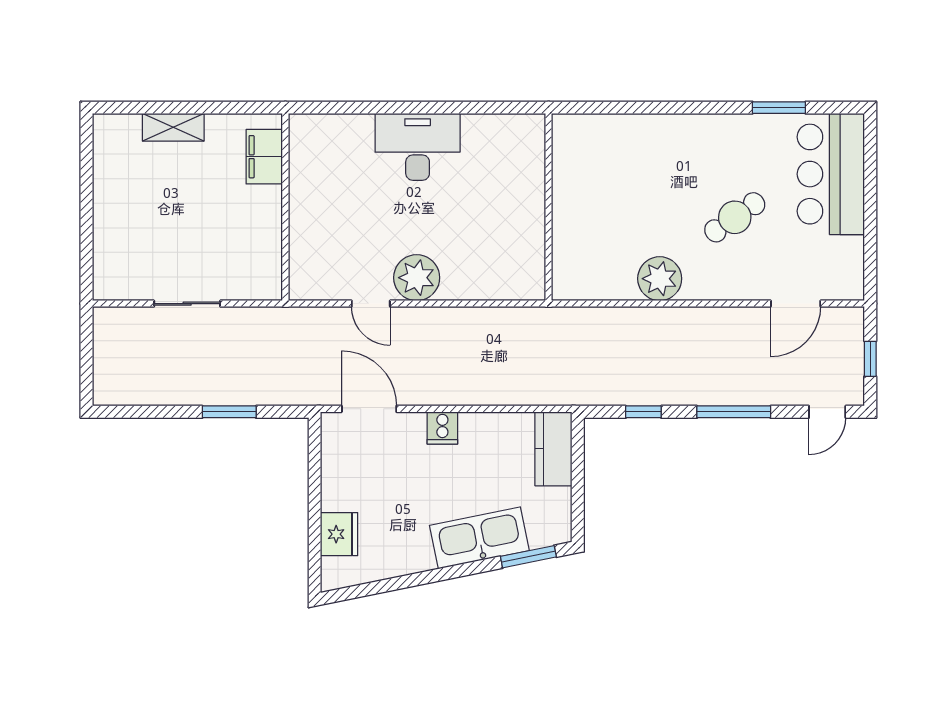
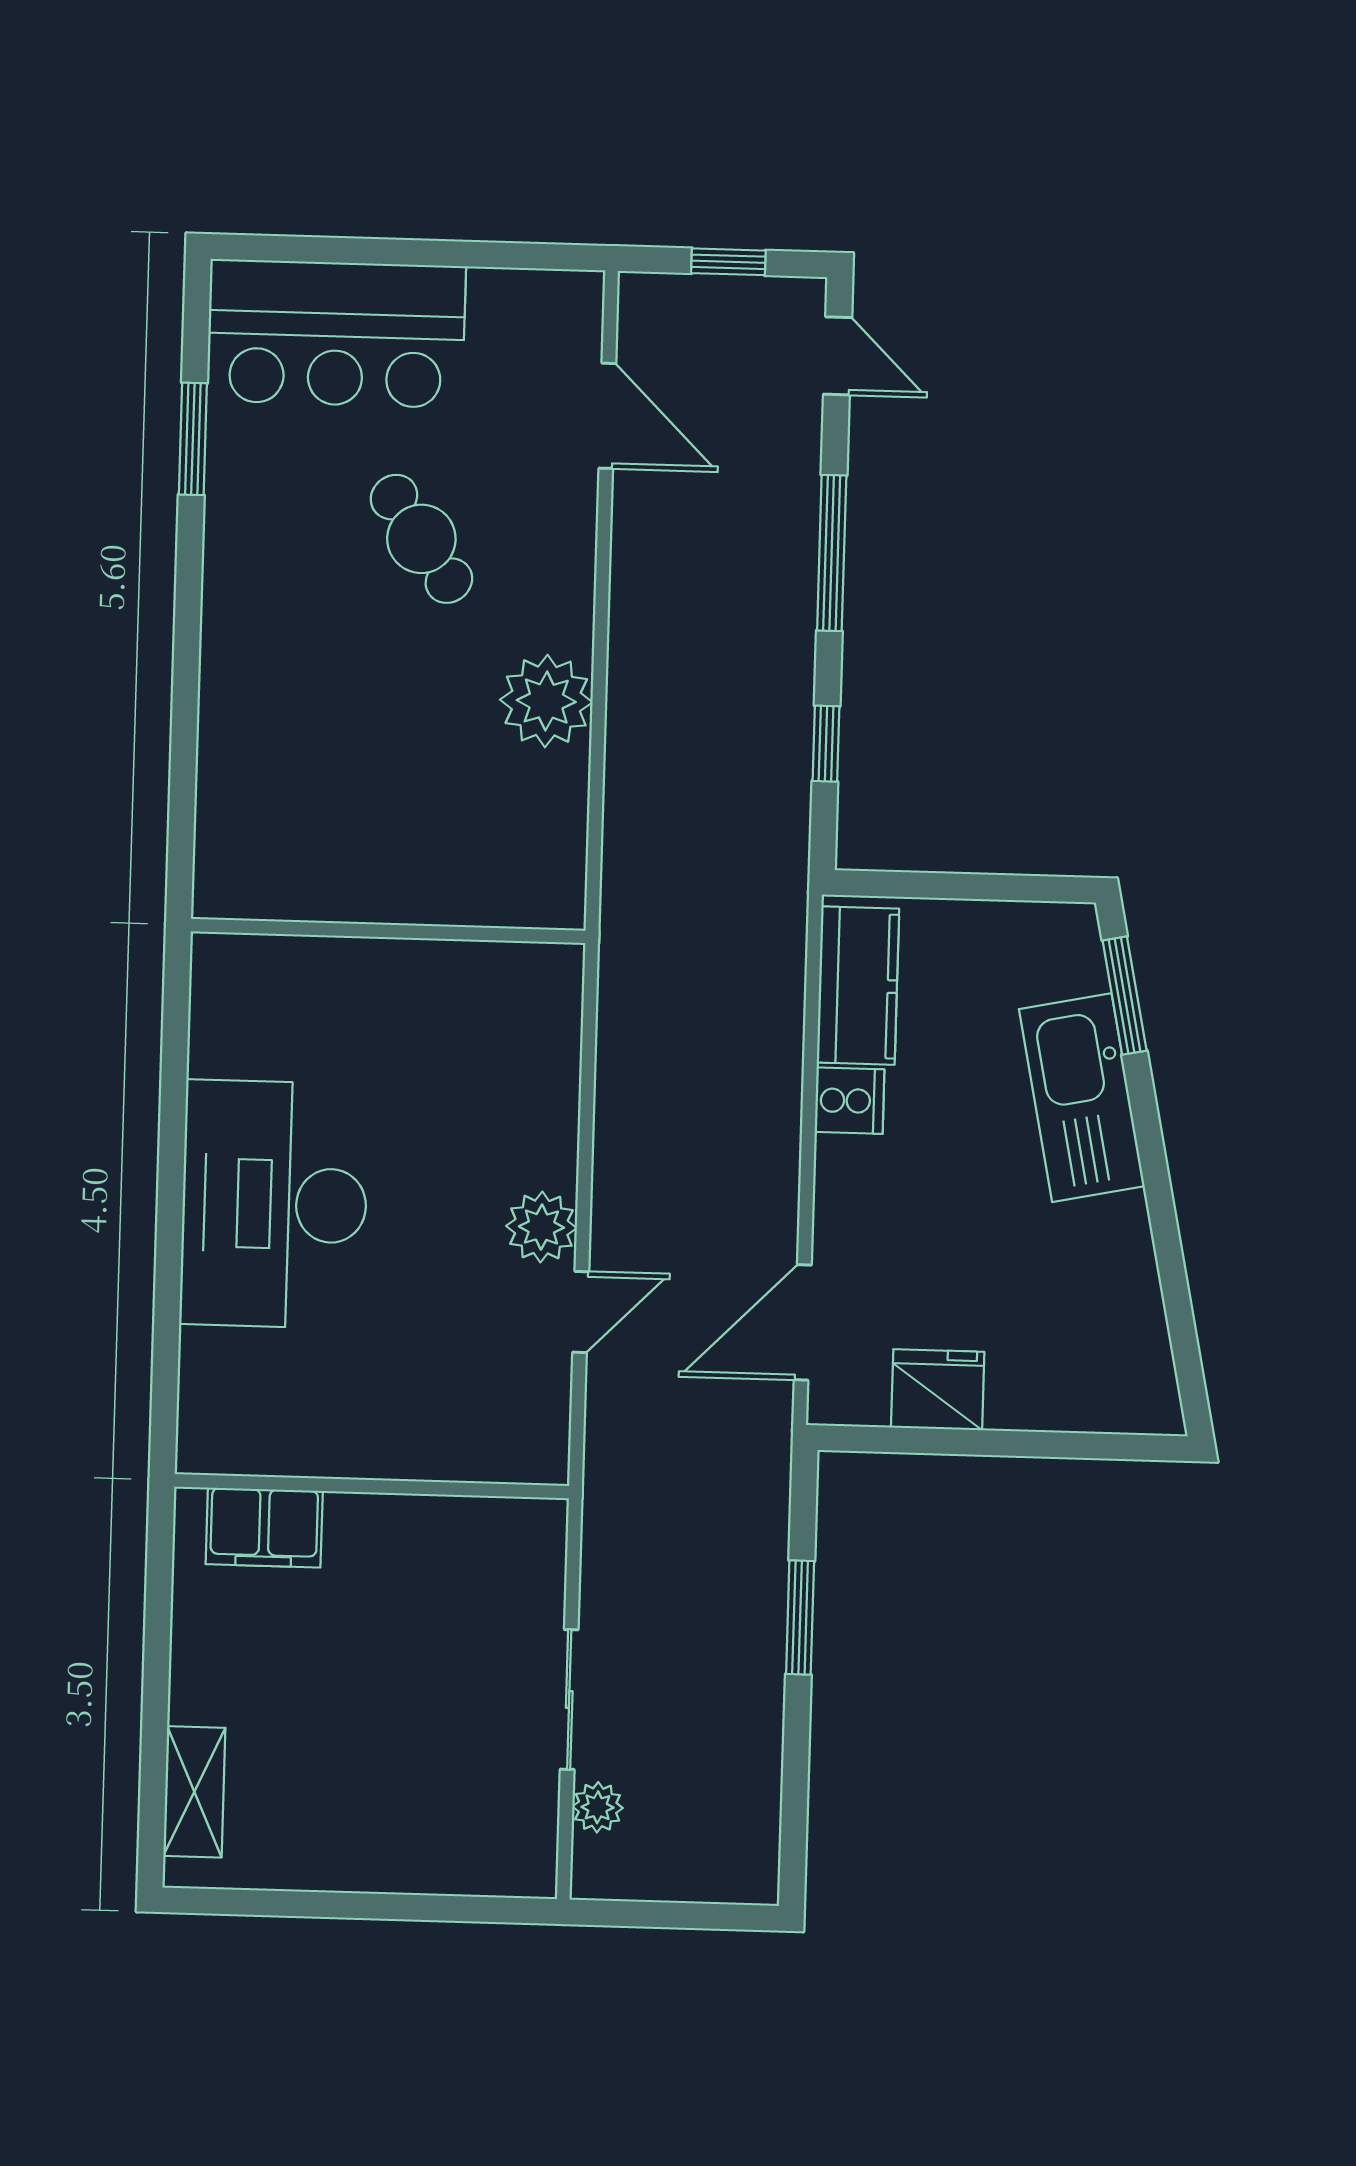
shelving: (173, 127) -> (194, 1792), moved
desk: (418, 147) -> (274, 1204), width x1.36, depth x1.30
plant: (417, 278) -> (541, 1227), width x0.73, depth x0.73
plant: (137, 319) -> (598, 1807), added
cooker: (442, 428) -> (849, 1101), moved
kitchen counter: (553, 449) -> (858, 986), moved, turned -90
fridge: (339, 534) -> (938, 1390), moved

